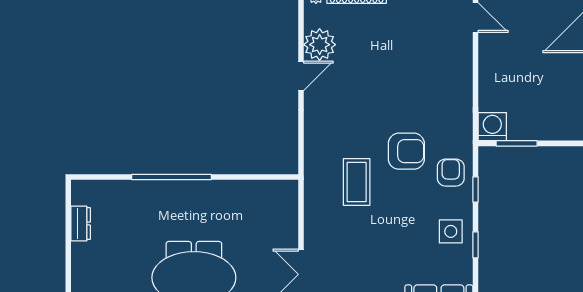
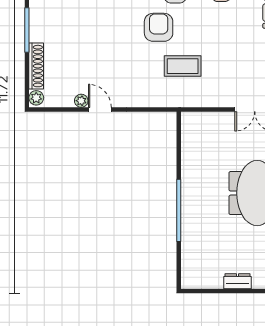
plant: (320, 45) -> (81, 101), width x0.53, depth x0.53
dresser: (81, 224) -> (238, 281), moved

